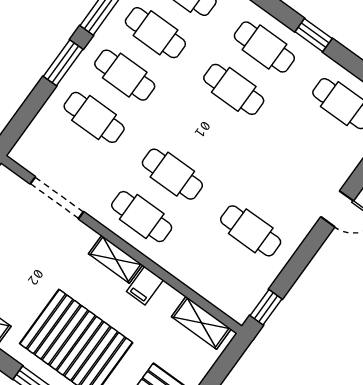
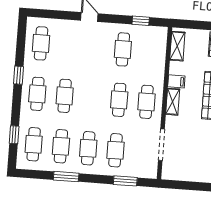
window: (63, 63) -> (125, 181), moved
window: (266, 307) -> (141, 21), moved

